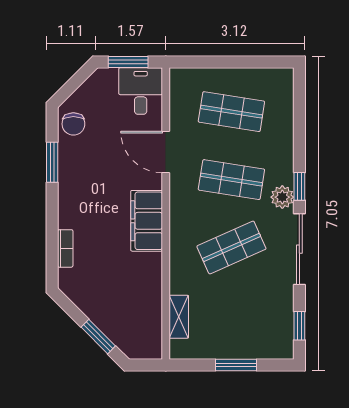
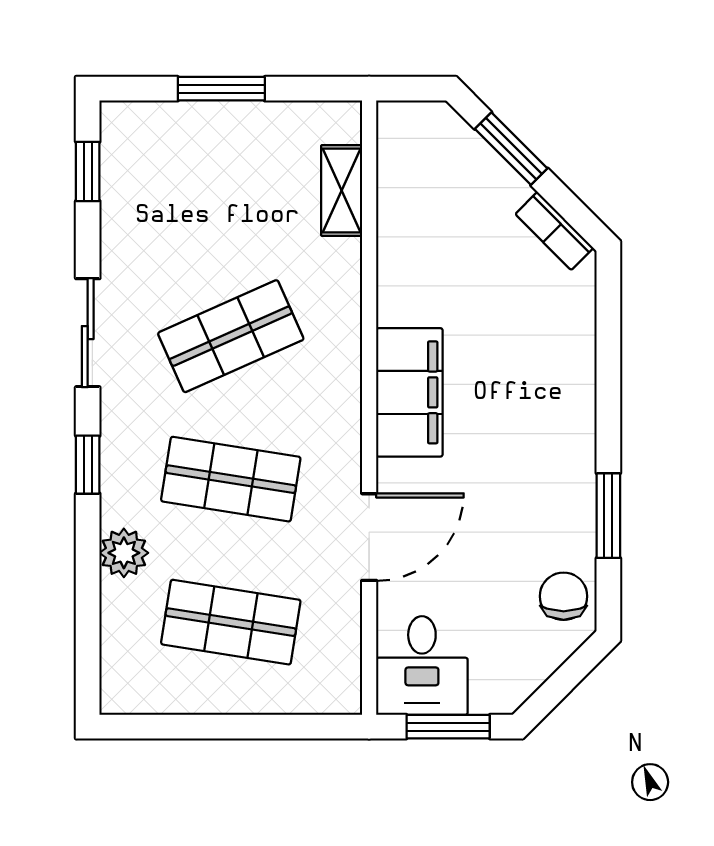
door: (166, 152) -> (369, 537), hinge flipped
plant: (282, 197) -> (124, 553), moved
bookcase: (65, 248) -> (554, 231), moved, turned -45
sliding door: (299, 249) -> (88, 333), width x0.73

